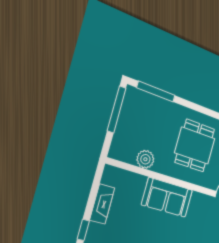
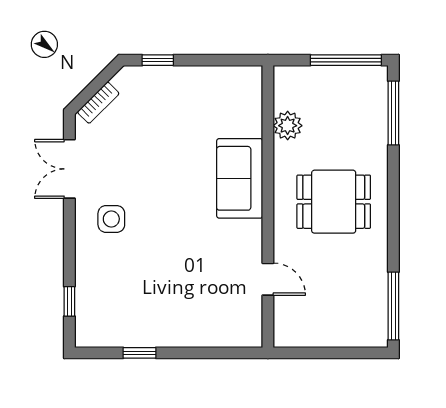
fireplace: (102, 204) -> (203, 78), removed

